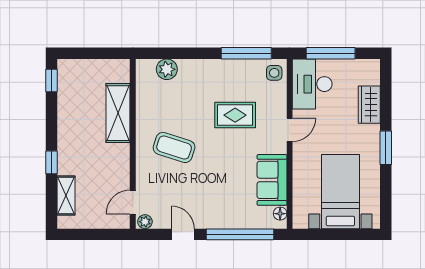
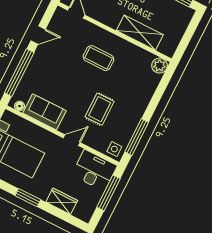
plant: (167, 69) -> (159, 66), moved
door: (290, 130) -> (72, 140), swing flipped
coffee table: (174, 147) -> (99, 58), turned 72
plant: (145, 222) -> (59, 14), removed

